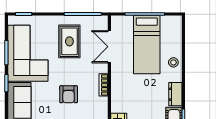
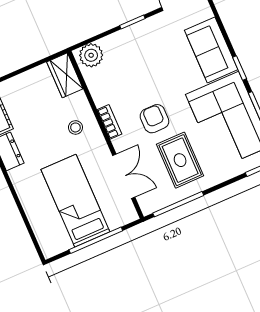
stool: (173, 62) -> (75, 127), moved
armchair: (69, 94) -> (154, 119), moved

